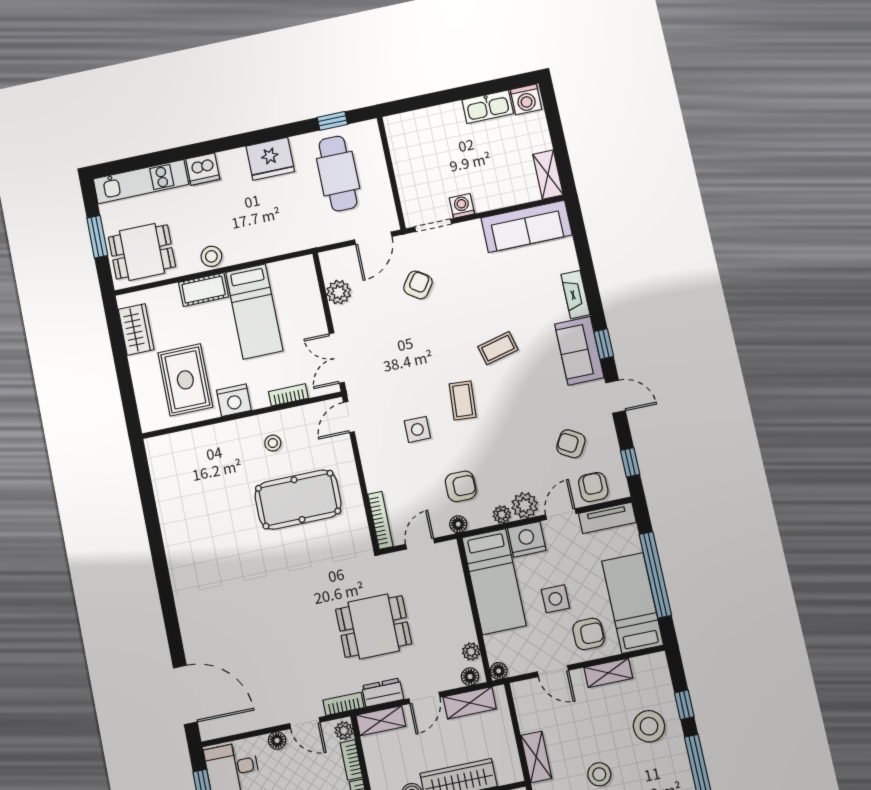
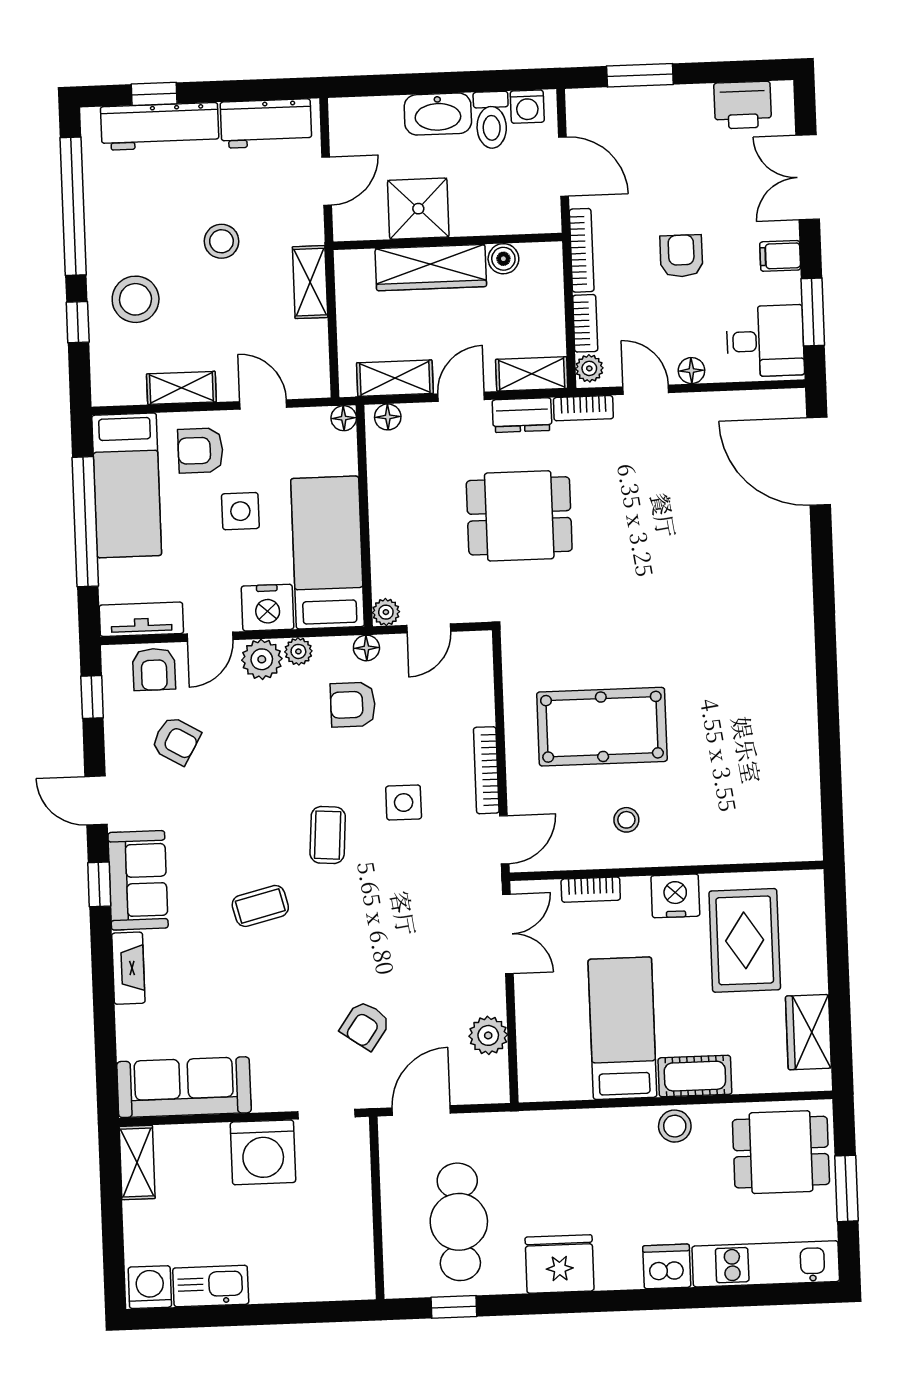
washing machine: (462, 206) -> (263, 1152), width x1.89, depth x1.89
bookcase: (380, 520) -> (486, 770), moved
plant: (471, 652) -> (386, 612), moved

